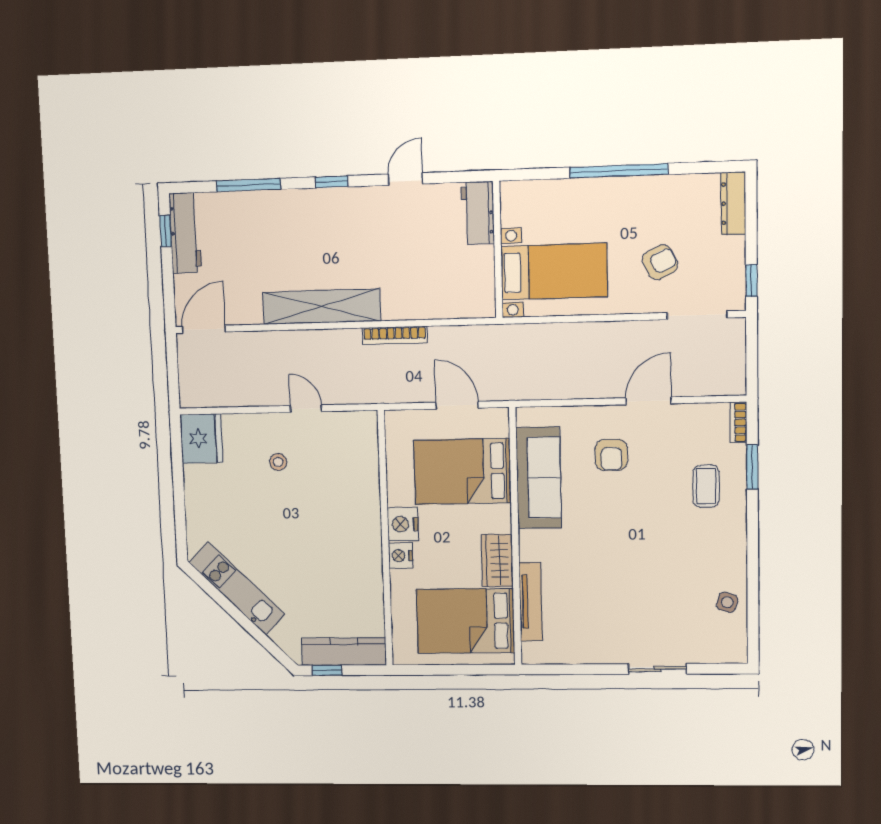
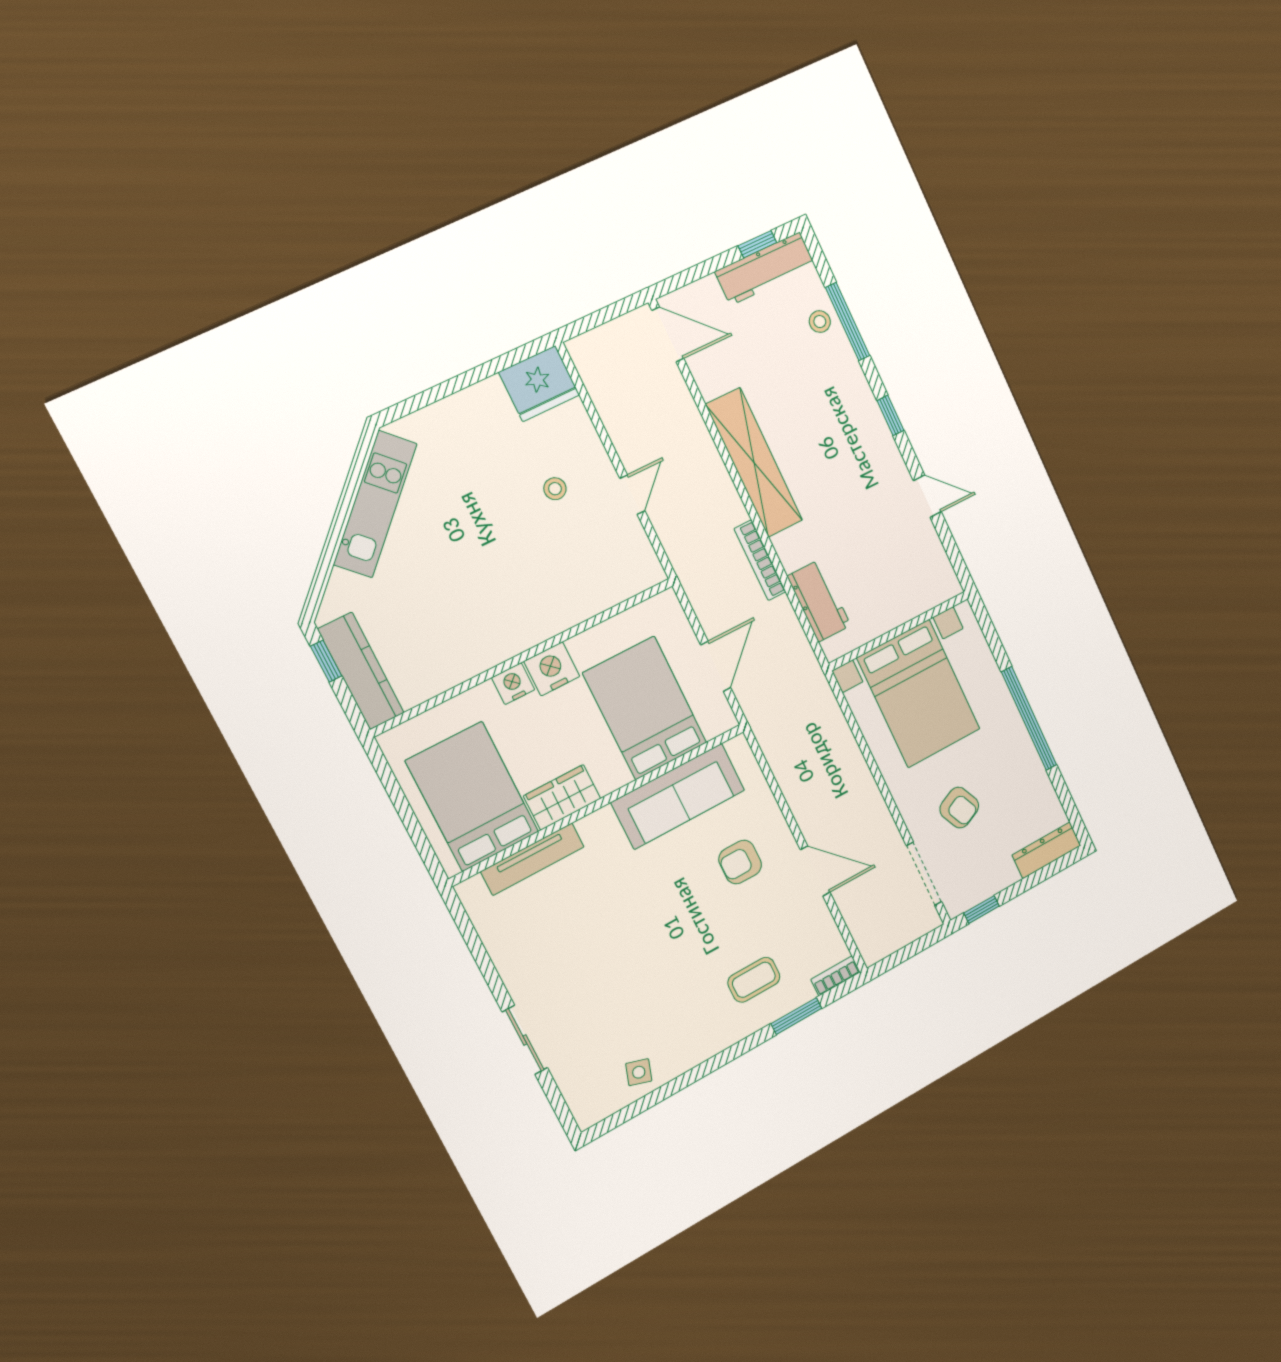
stool: (240, 207) -> (820, 322), added
workbench: (478, 213) -> (819, 601), moved, turned 90
bed with nightstands: (554, 272) -> (919, 694), width x1.36

